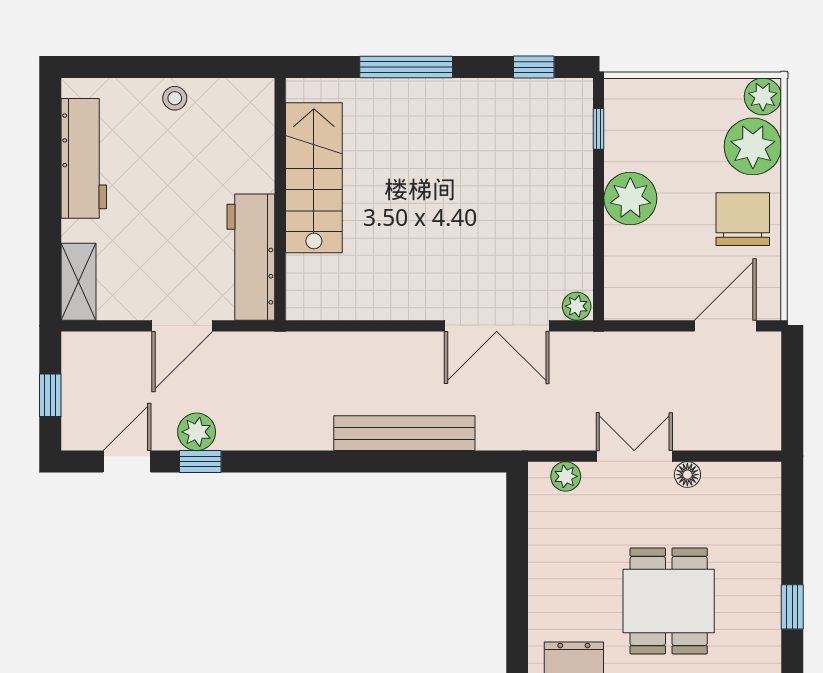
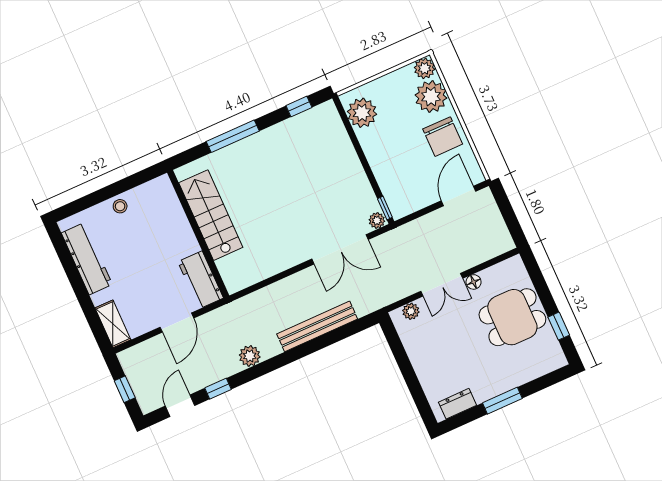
window: (599, 129) -> (385, 208), moved
plant: (630, 198) -> (362, 113), moved
chair: (743, 219) -> (443, 137), turned 180
workbench: (251, 257) -> (201, 280), width x0.73
plant: (197, 432) -> (250, 356), moved
double door: (634, 456) -> (442, 285), swing flipped
dining table: (669, 601) -> (512, 317), moved, turned 90

